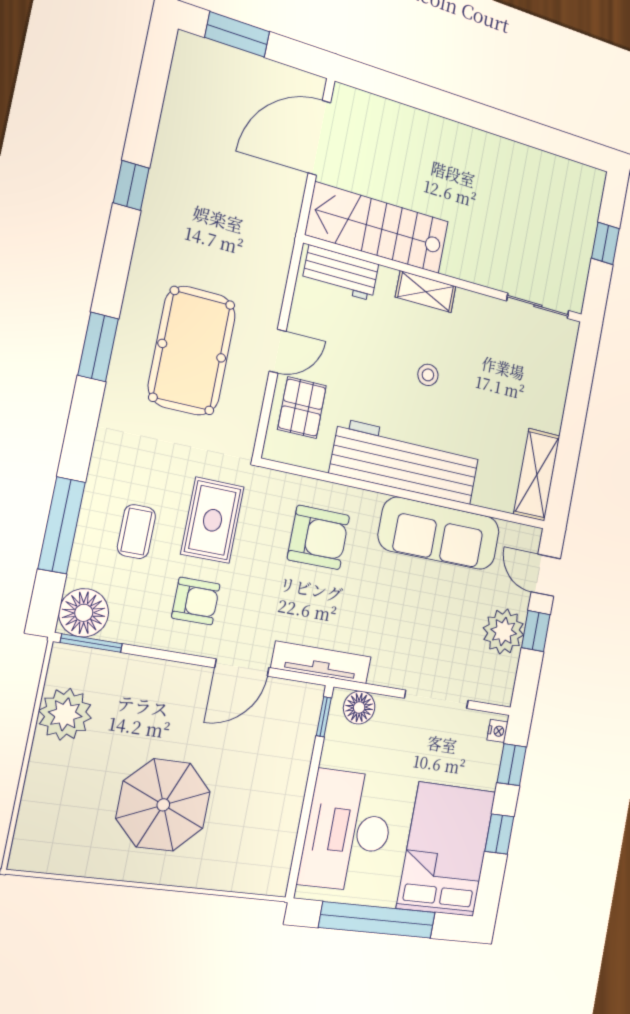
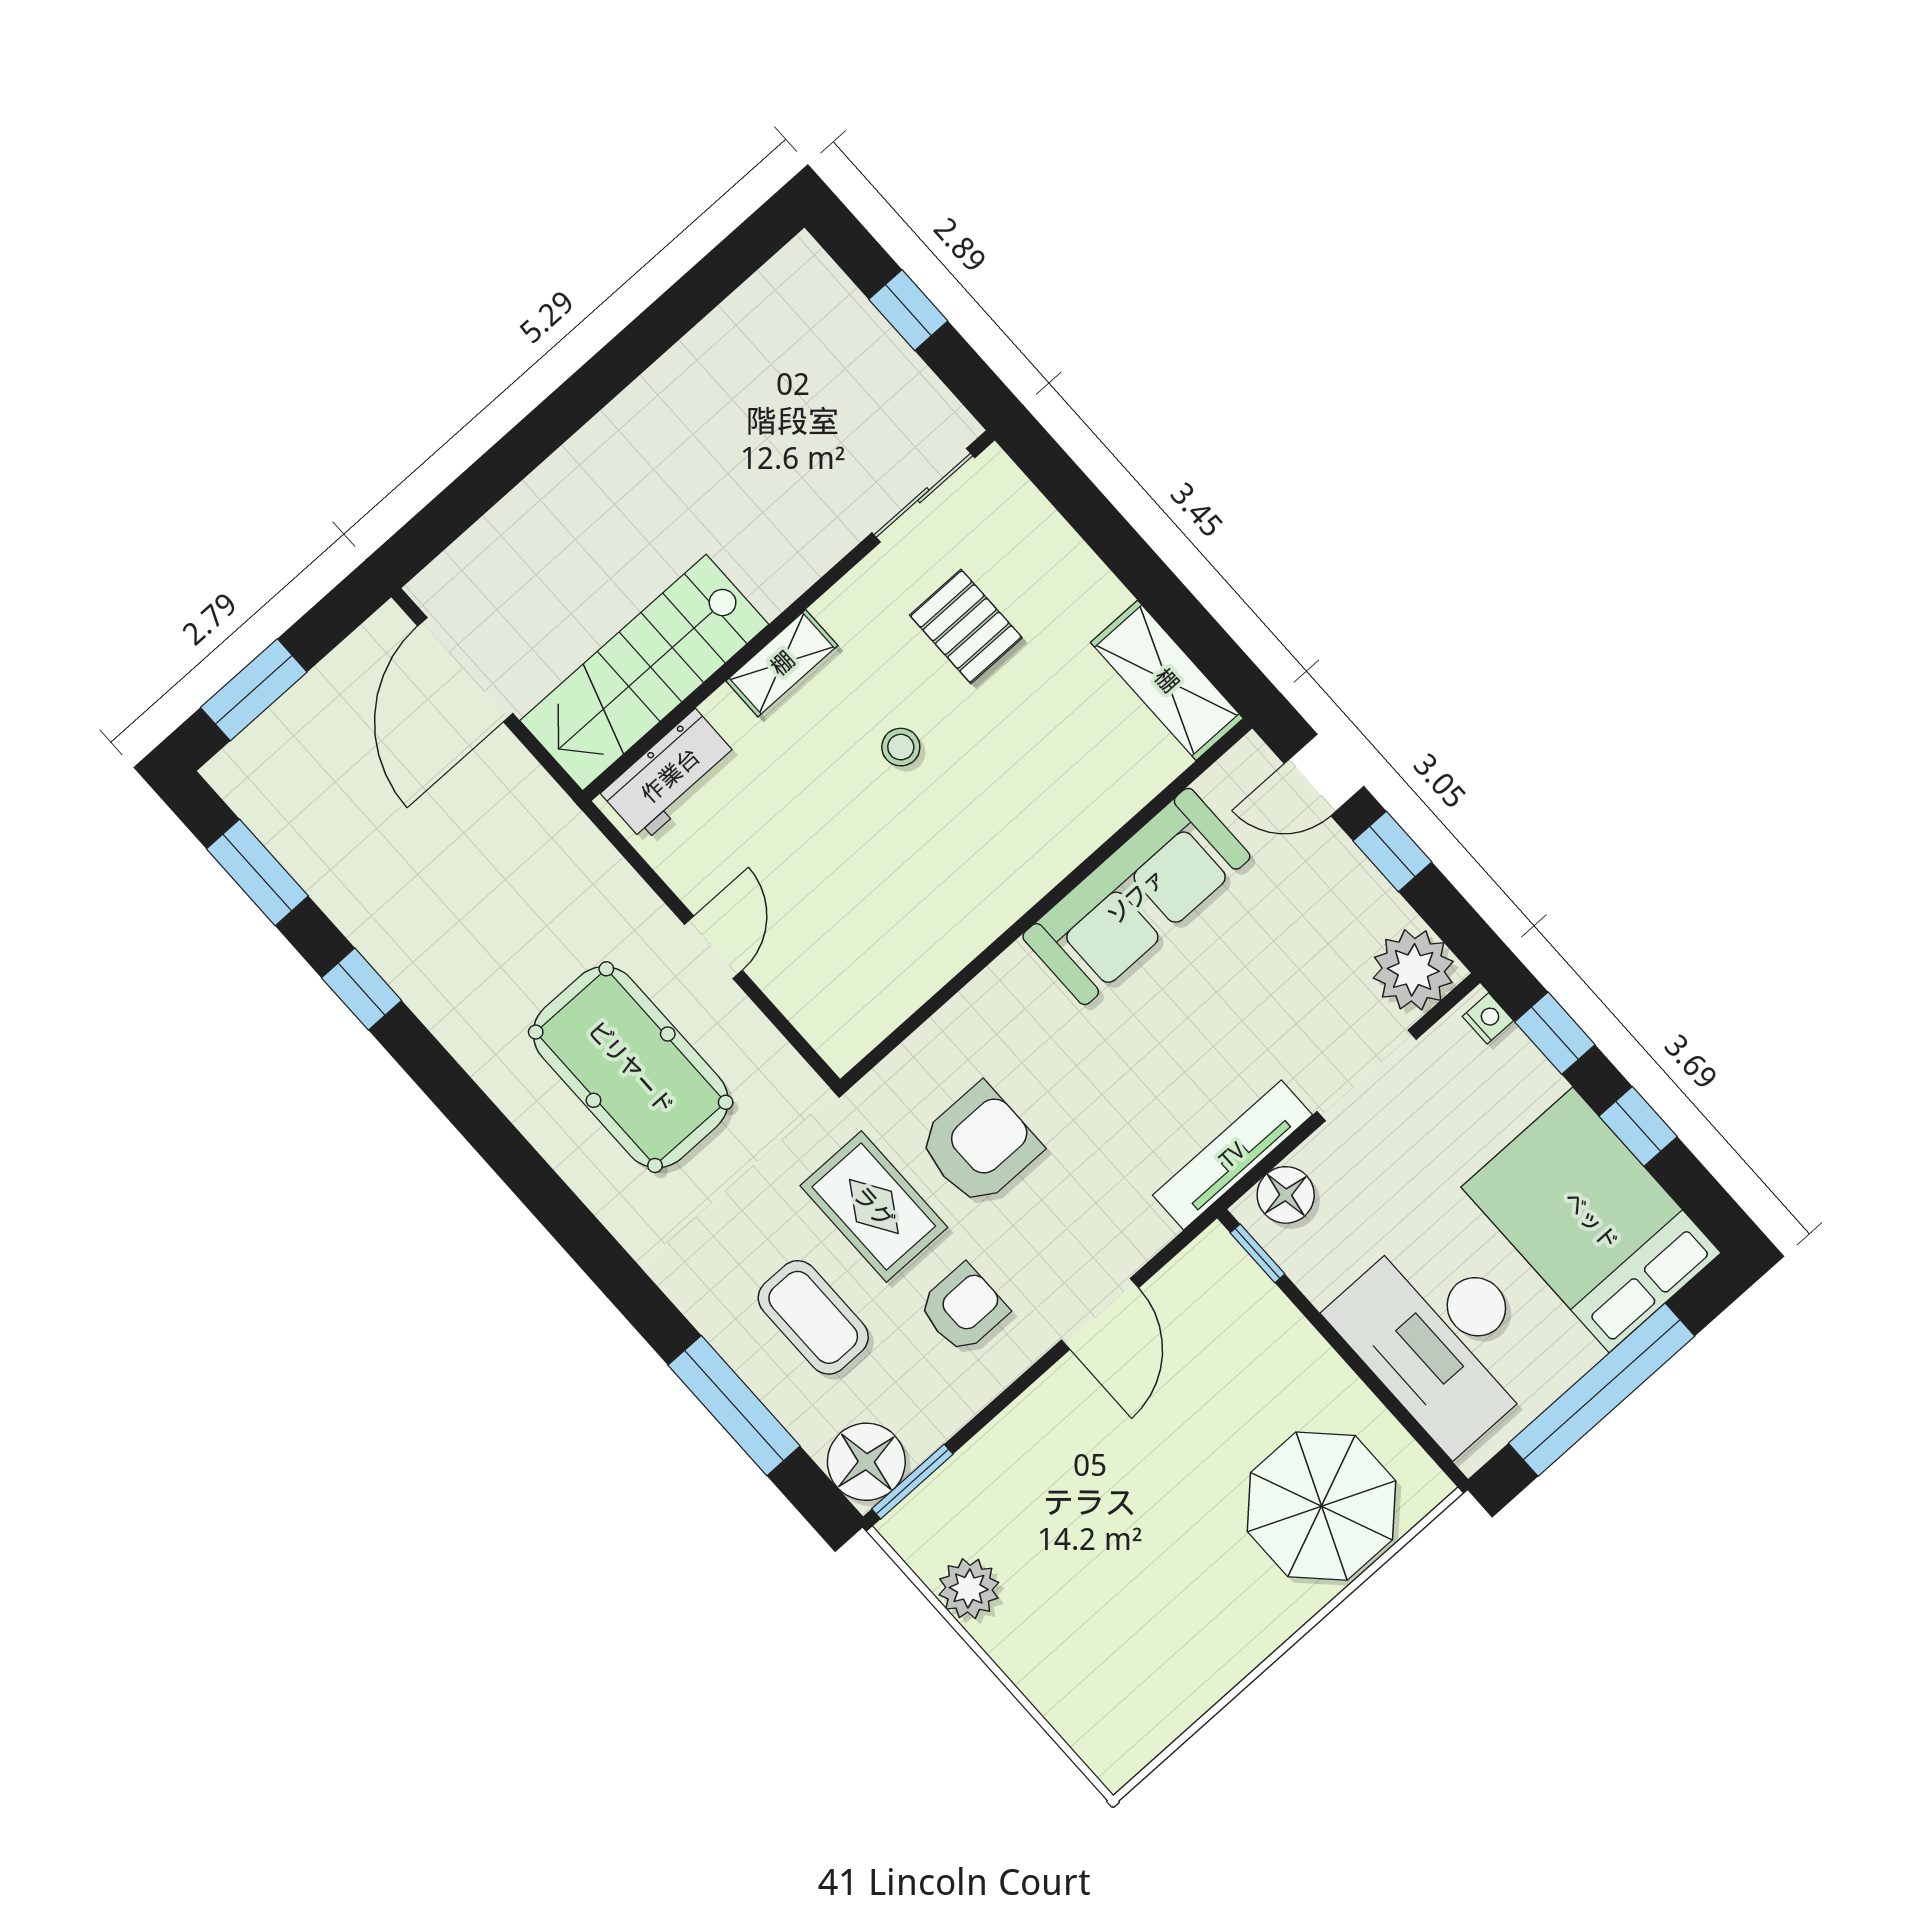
window: (98, 347) -> (257, 872), moved
pallet: (302, 408) -> (966, 626), moved
workbench: (406, 462) -> (998, 872), removed
coffee table: (136, 532) -> (813, 1317), width x1.36, depth x1.30
armchair: (318, 537) -> (979, 1145), moved
plant: (504, 631) -> (1413, 970), moved
tv unit: (321, 662) -> (1232, 1155), moved
plant: (65, 714) -> (969, 1589), width x0.73, depth x0.73
parasol: (163, 805) -> (1321, 1506), moved

